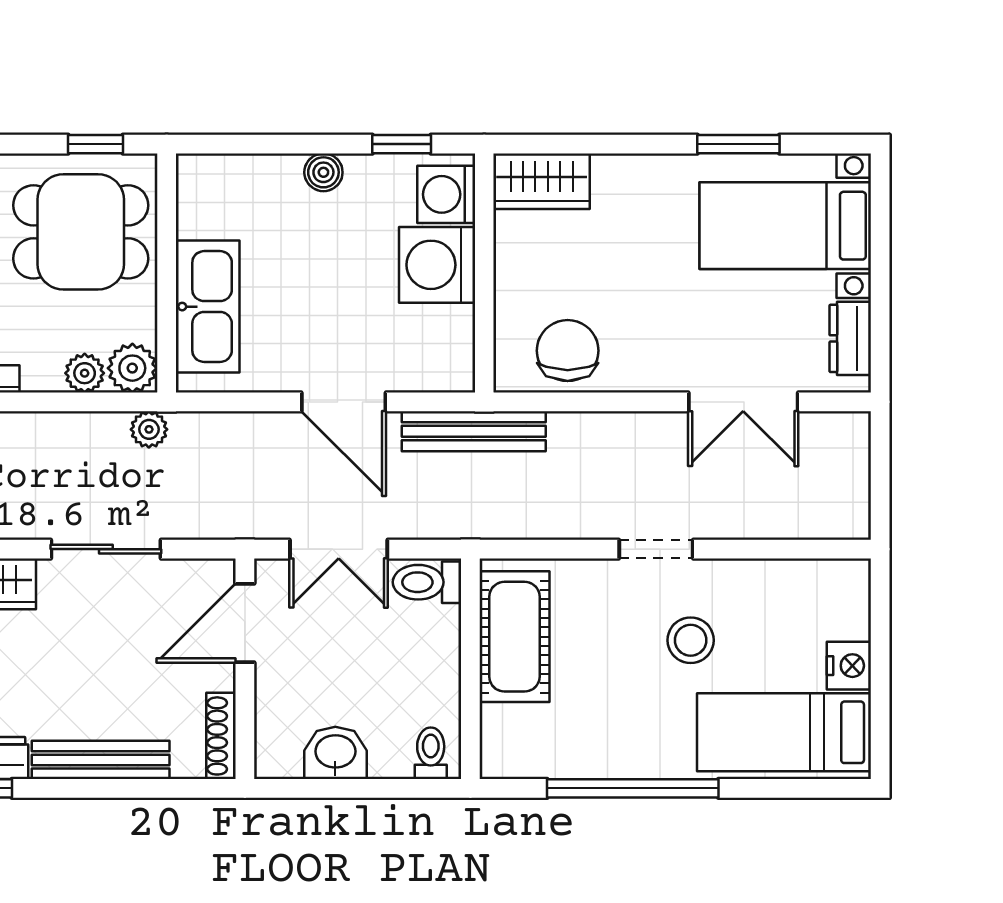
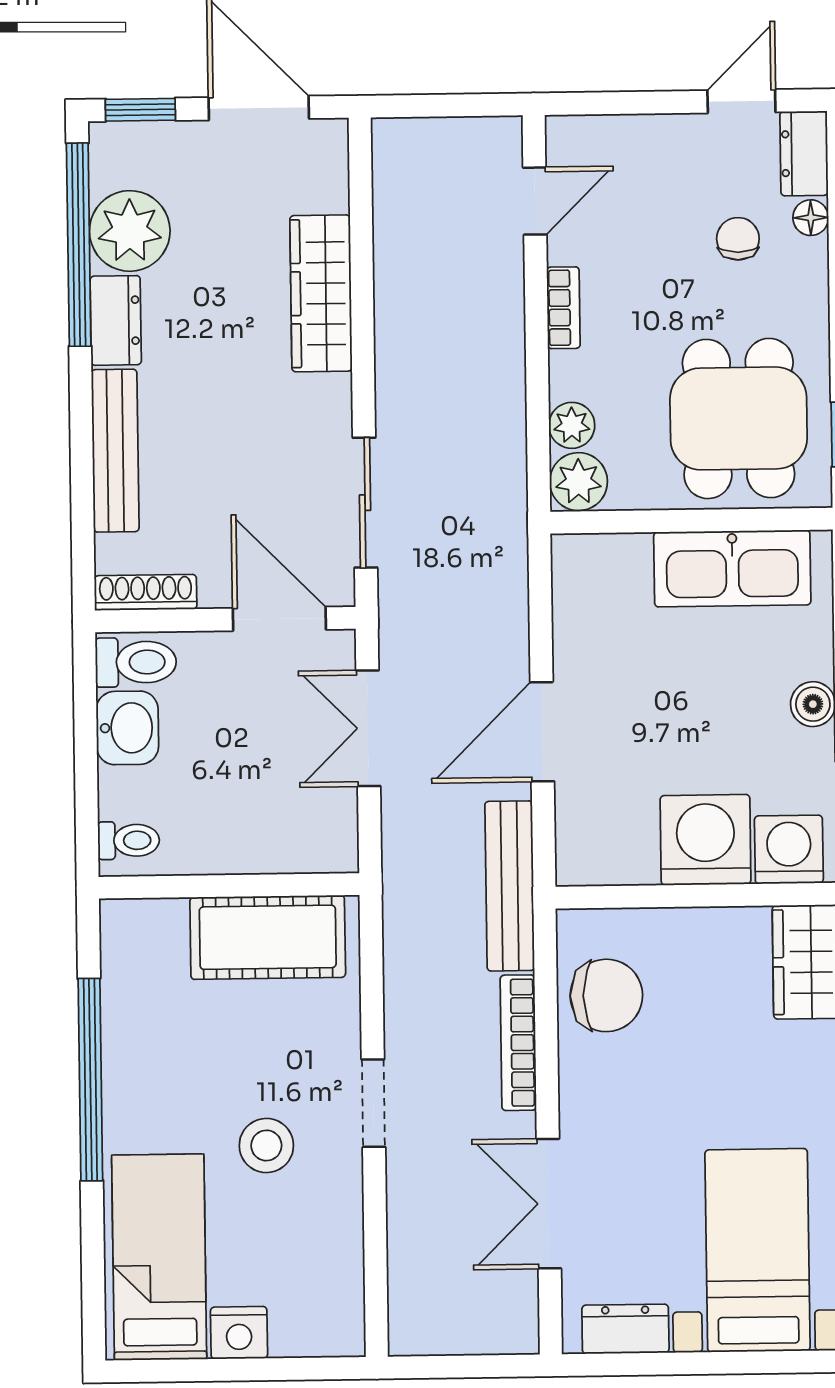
kitchen sink: (208, 307) -> (732, 568), moved
bookcase: (607, 426) -> (518, 1043), added
plant: (149, 429) -> (506, 502), removed
sliding door: (106, 549) -> (365, 503), moved
toilet: (427, 582) -> (136, 662), moved, turned 90

